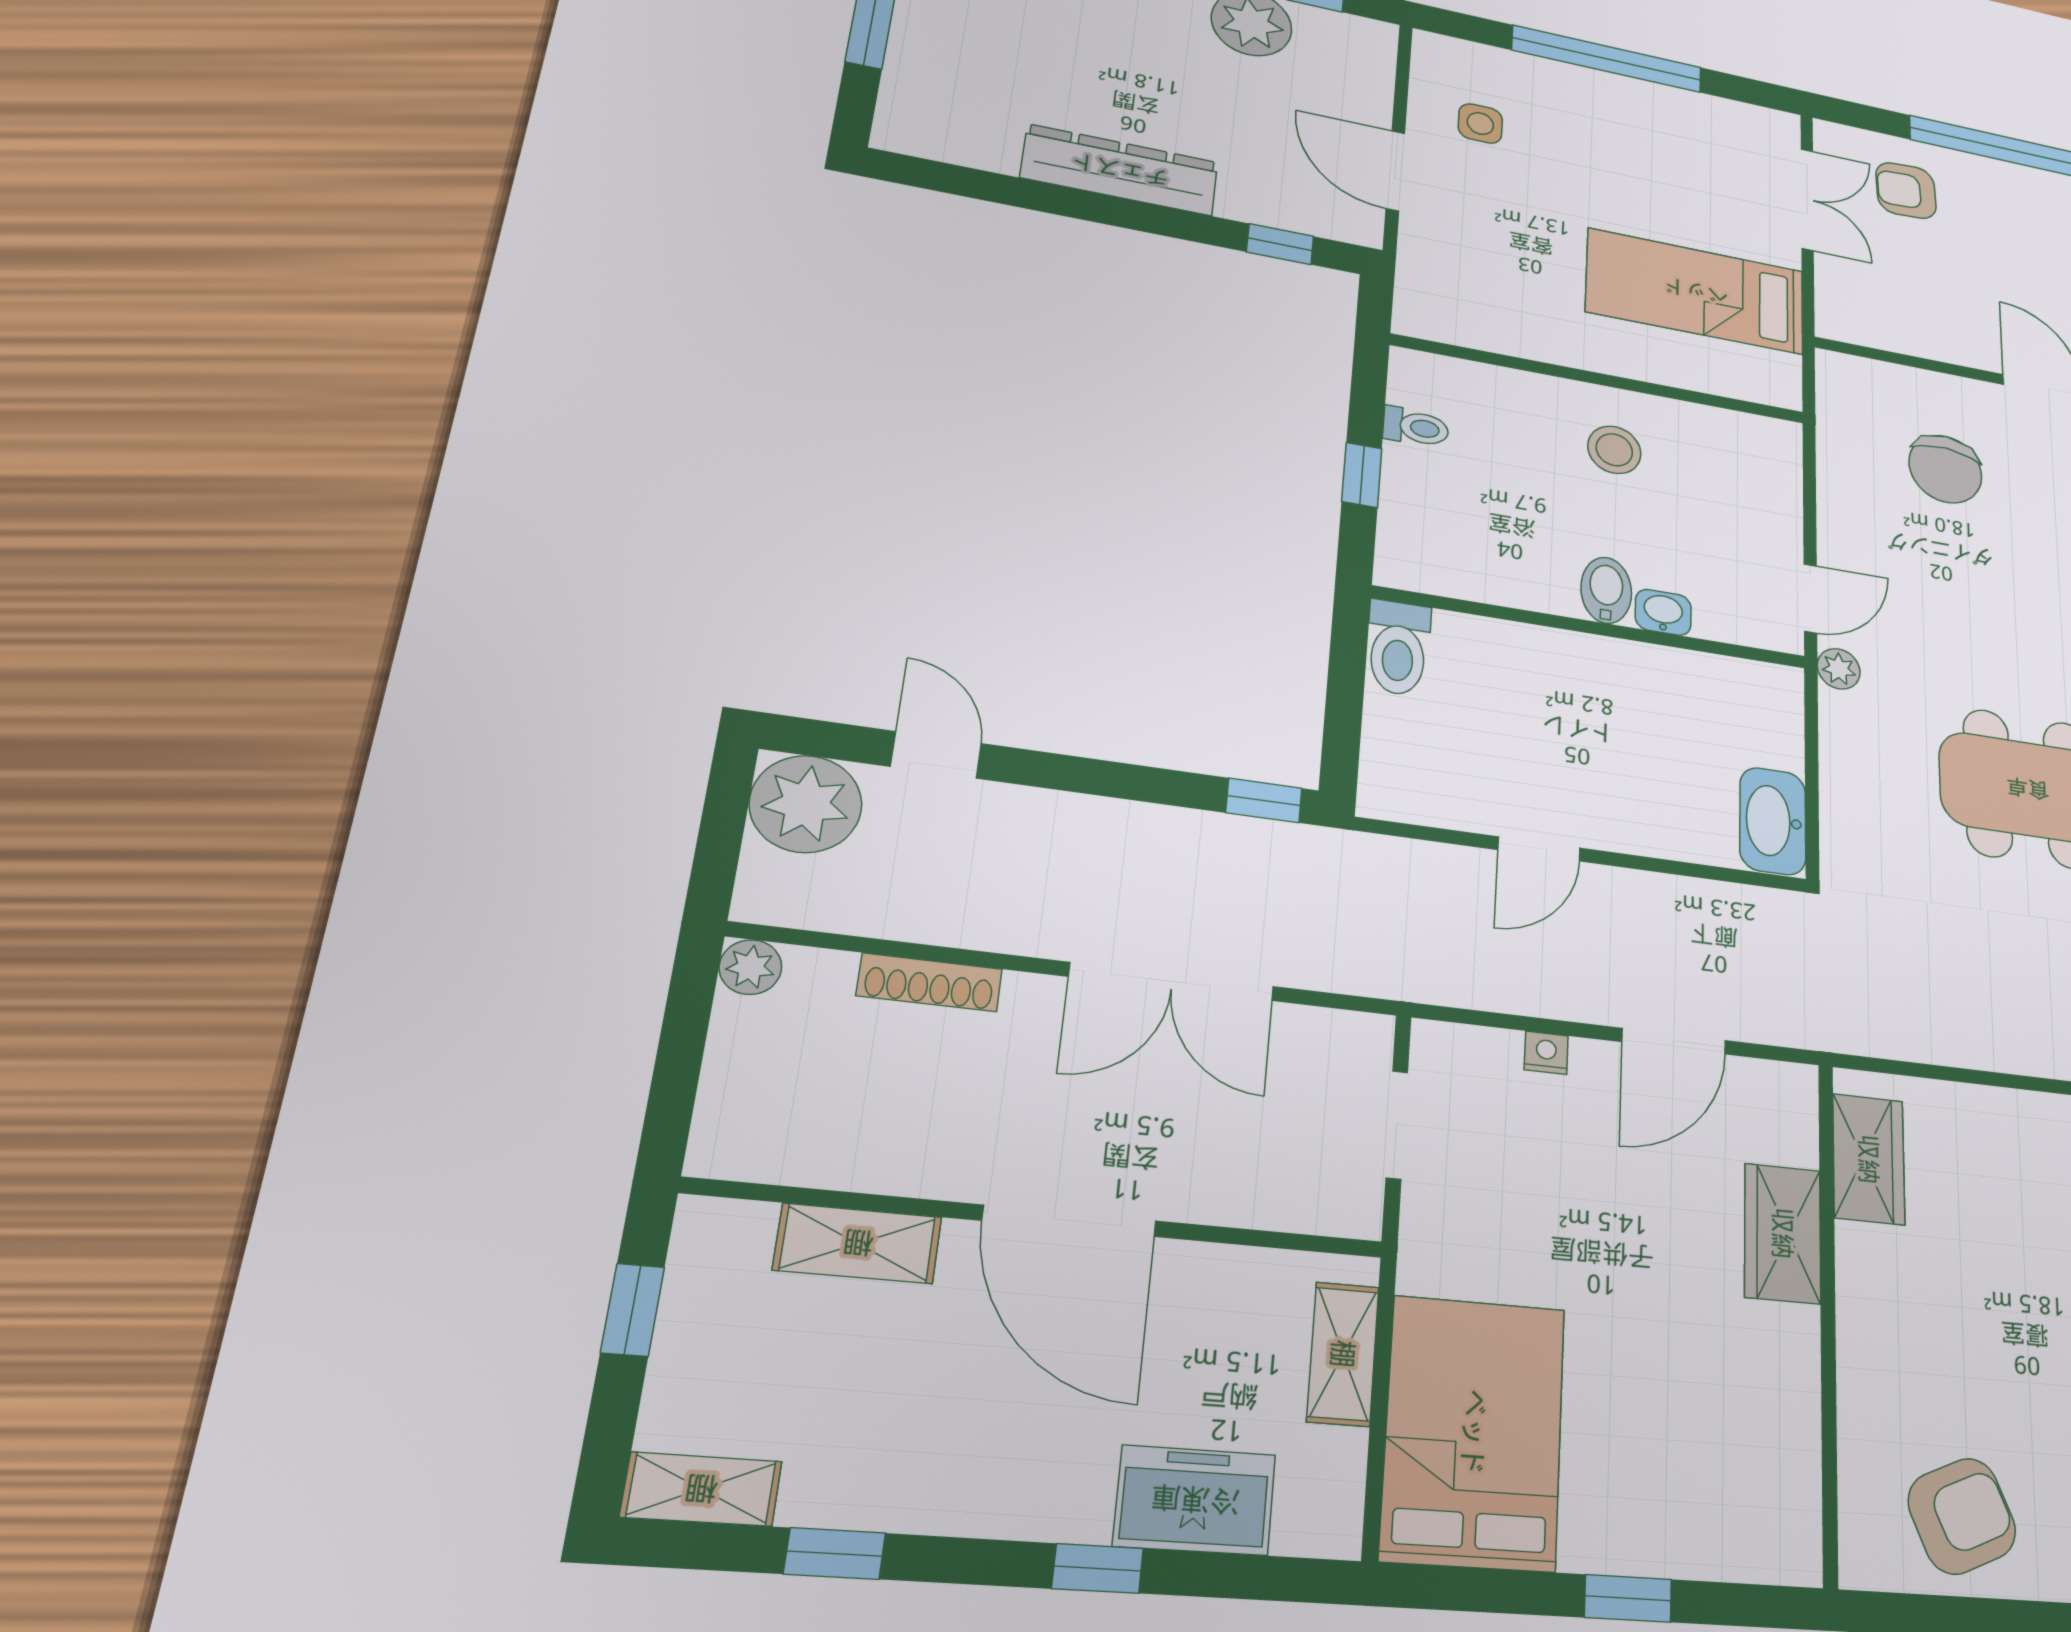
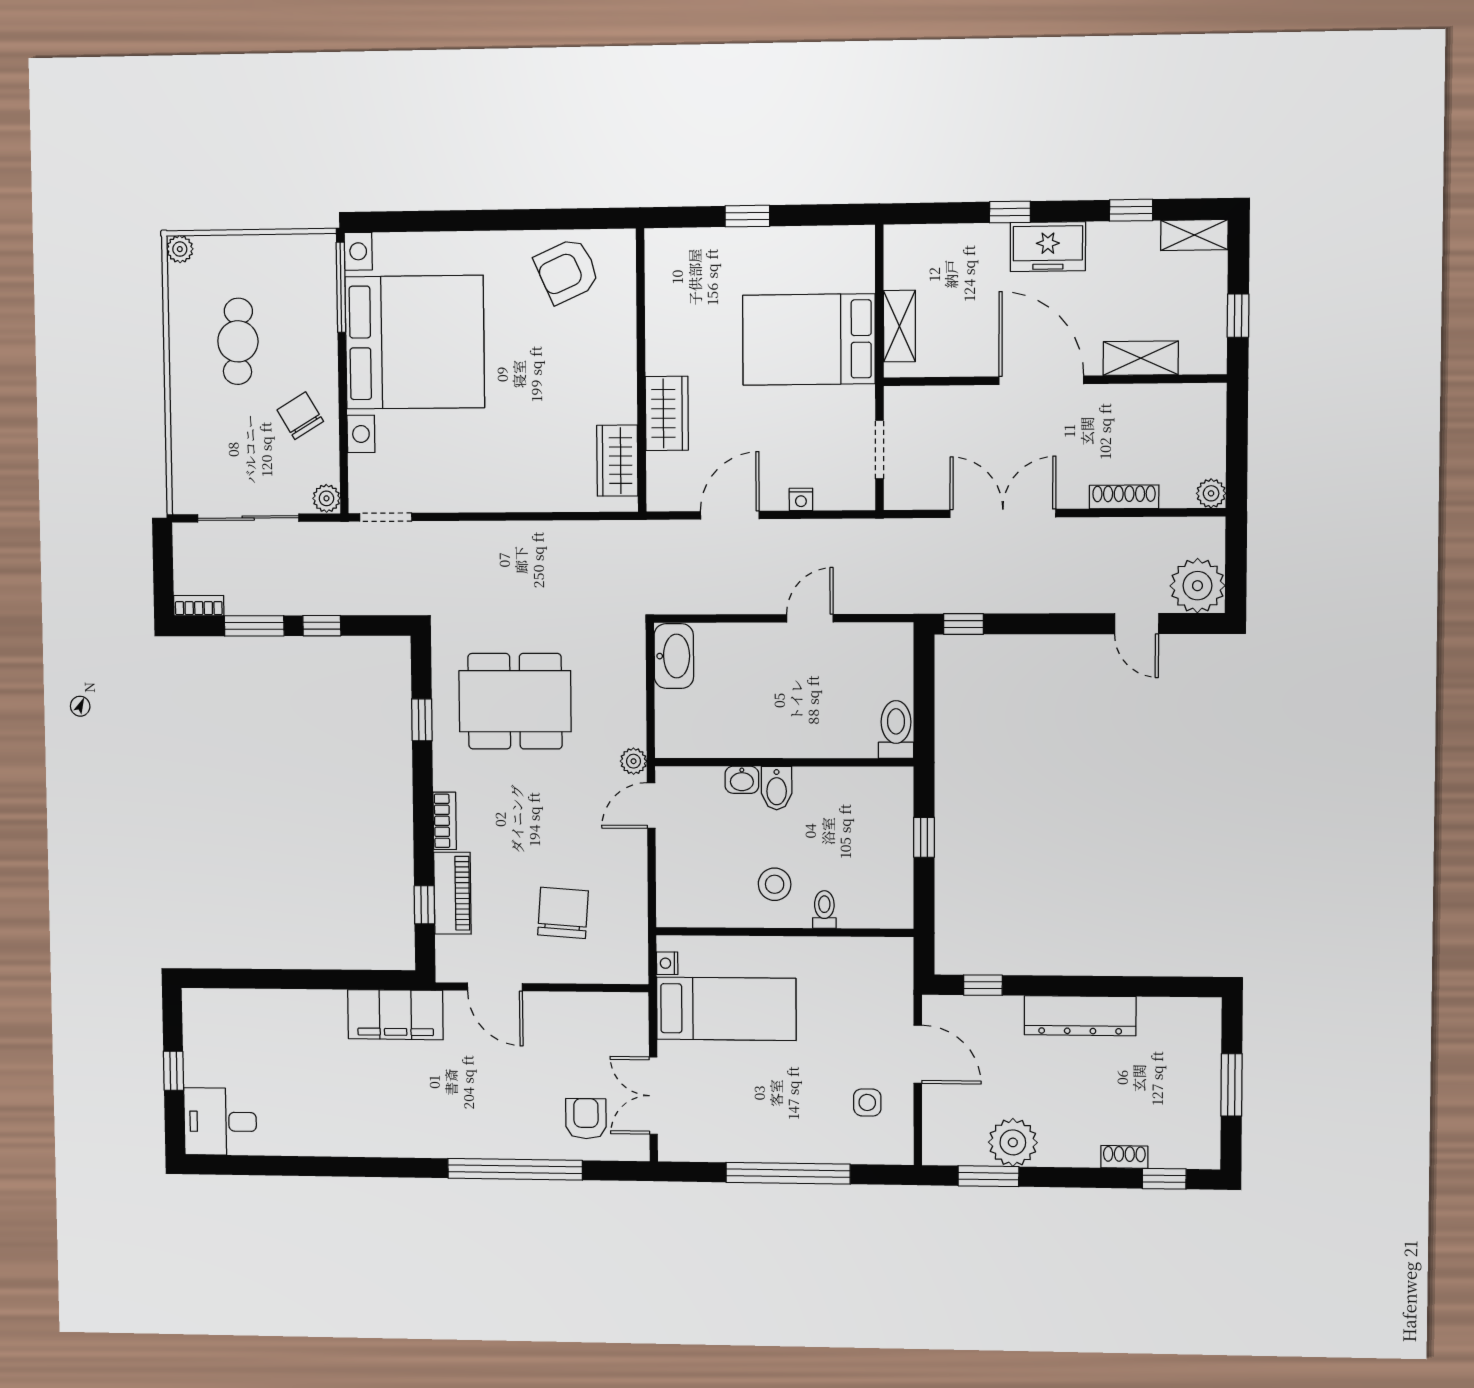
armchair: (1906, 191) -> (586, 1119), turned -87
nightstand: (1786, 370) -> (667, 963), added
toilet: (1416, 427) -> (824, 909), moved, turned 90
bed: (1474, 1432) -> (809, 339), moved, turned 90
freezer: (1195, 1500) -> (1048, 247), moved

